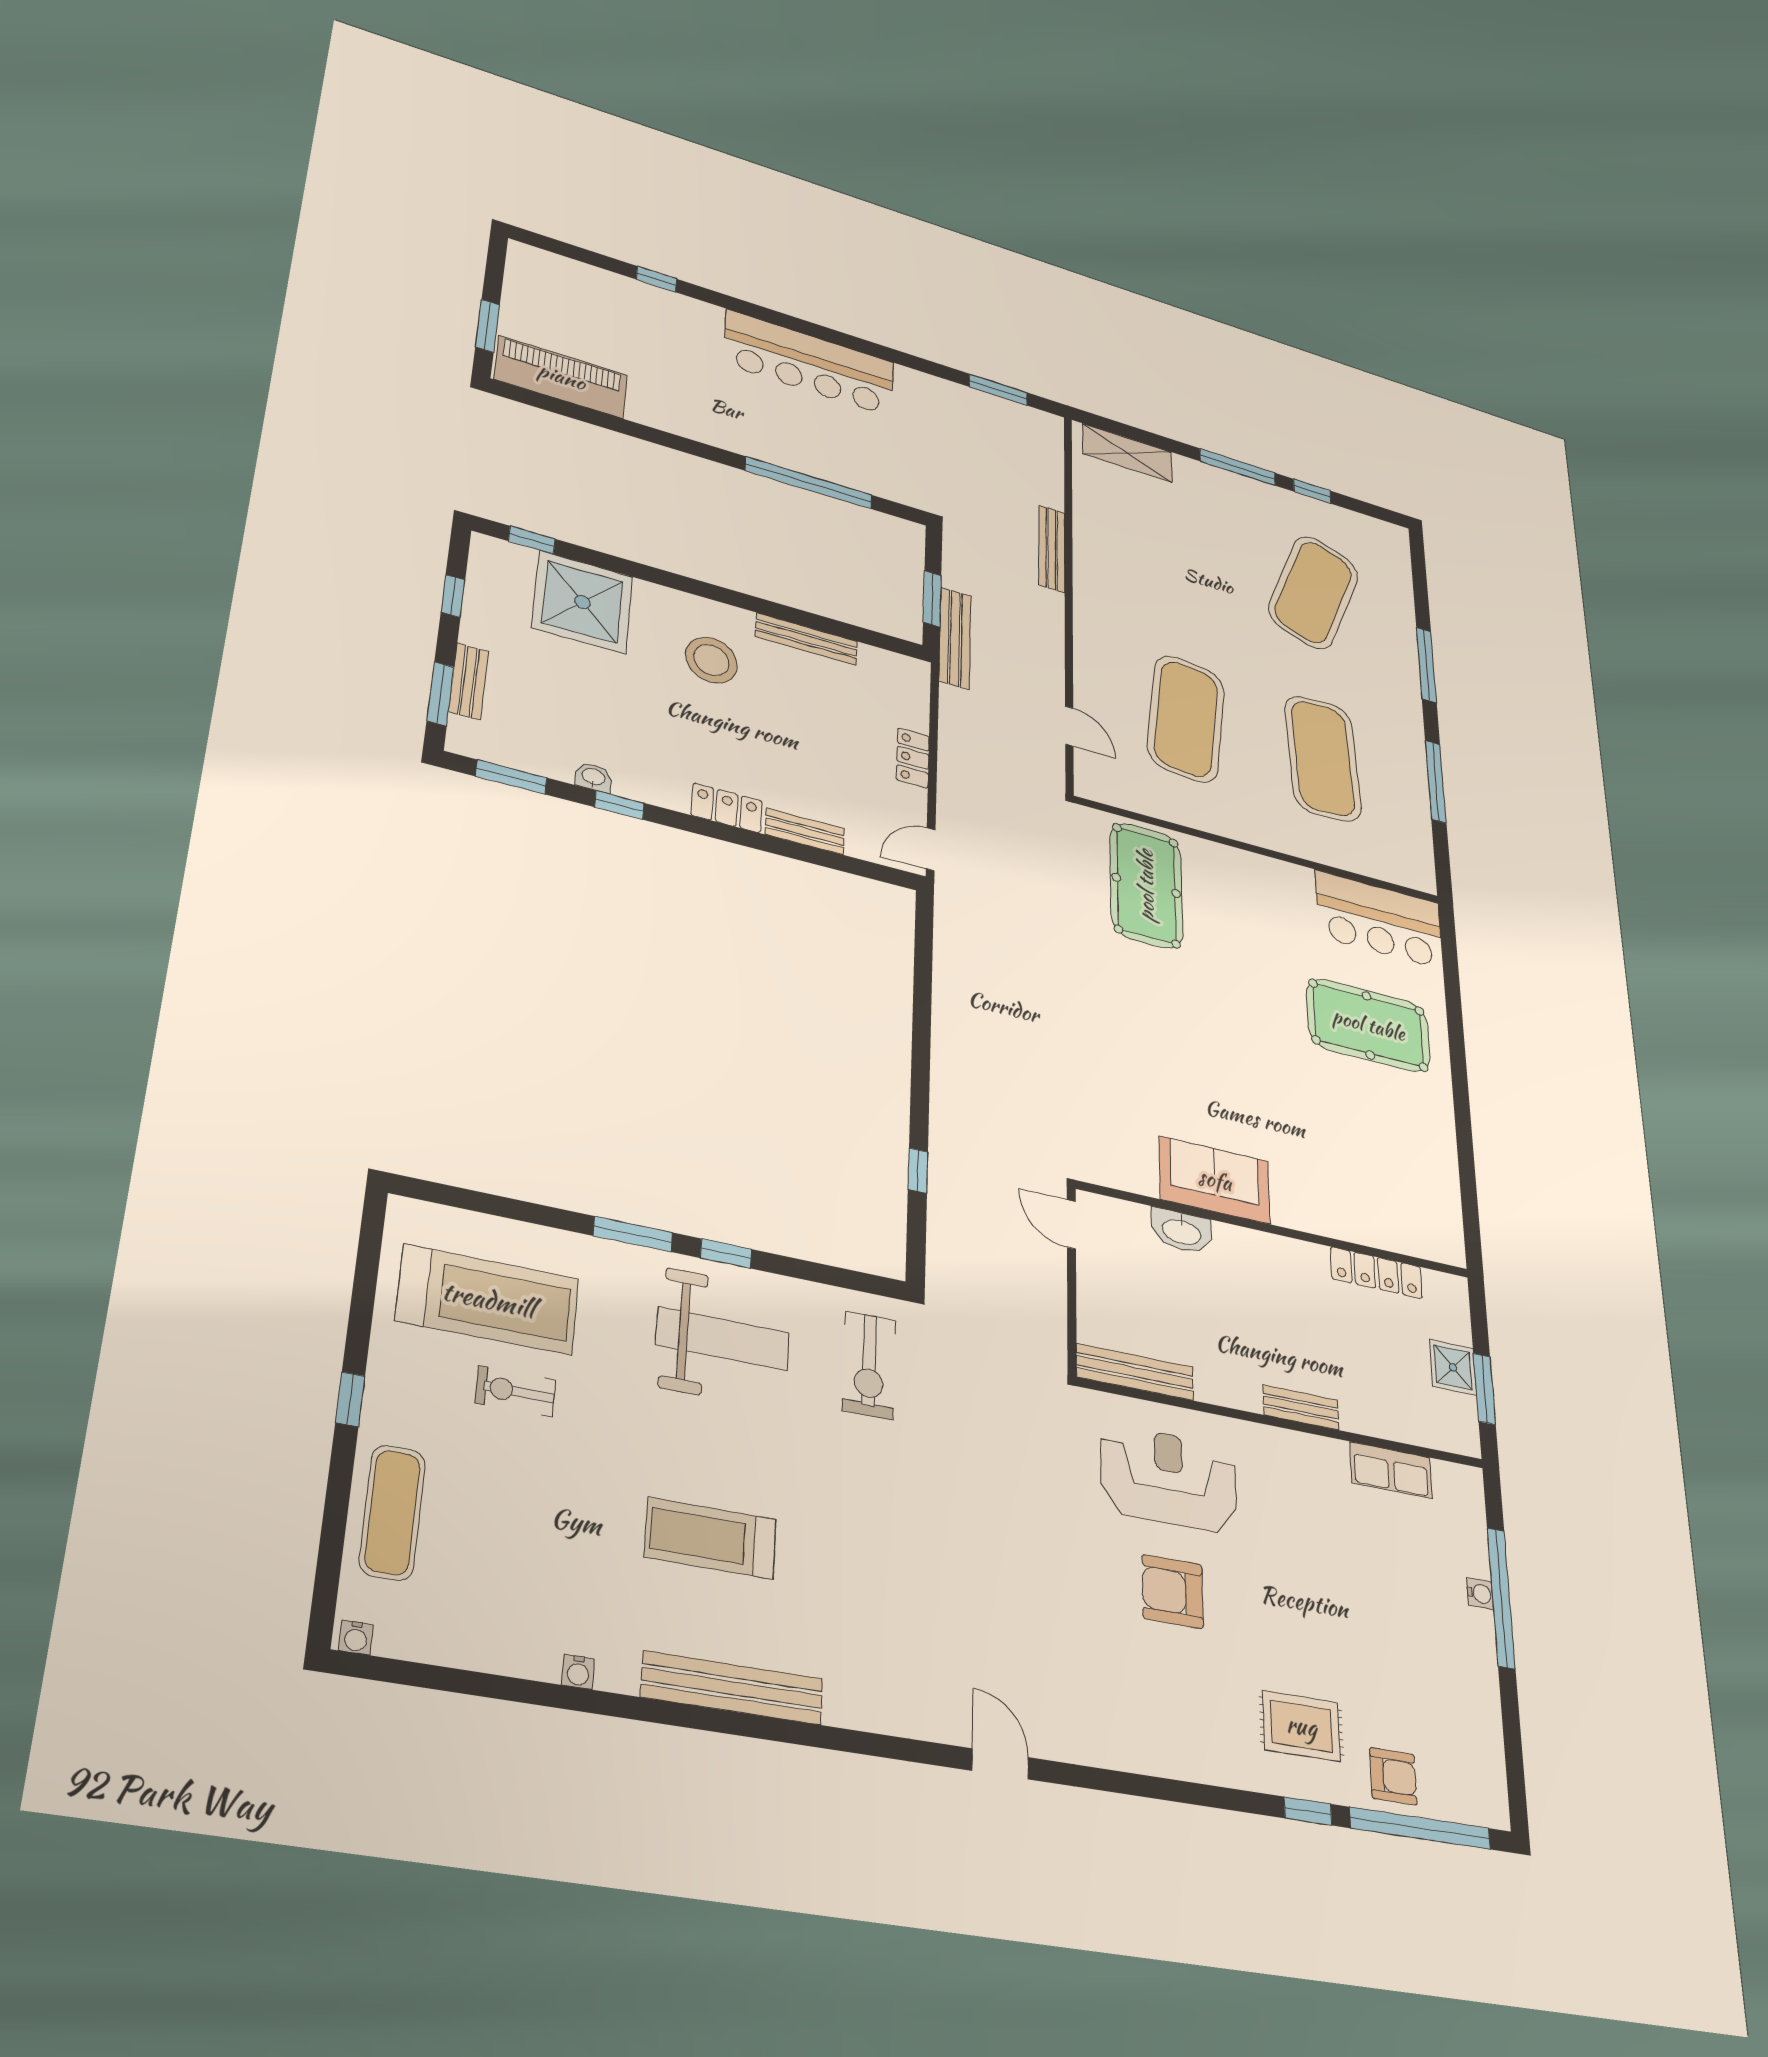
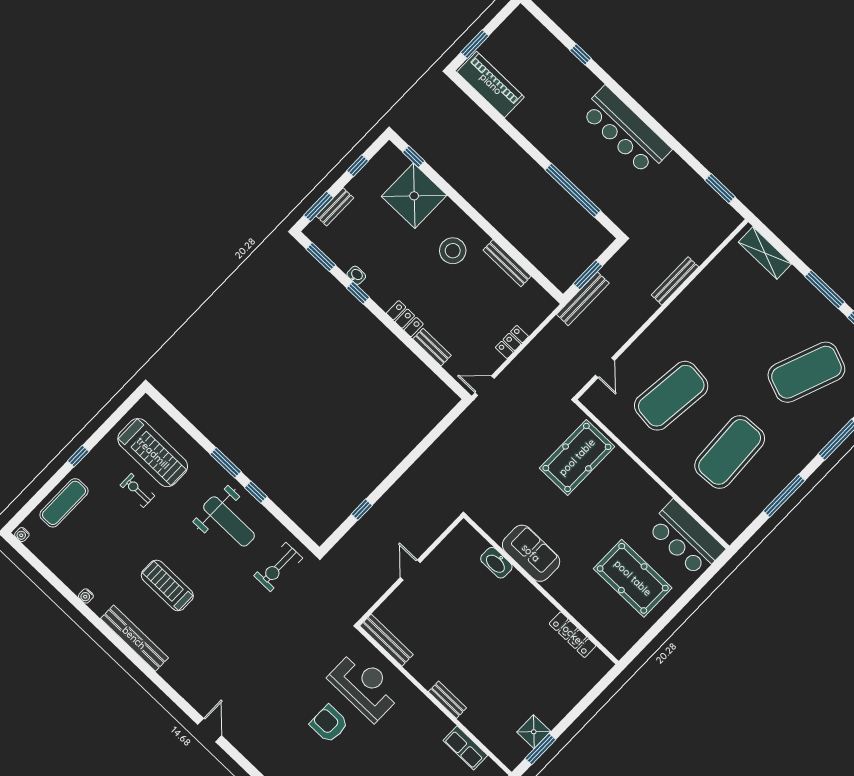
sofa: (1215, 1180) -> (531, 553), moved
wall: (1276, 1230) -> (541, 589), moved
washbasin: (1182, 1231) -> (496, 563), moved
locker: (1376, 1273) -> (573, 635), moved

